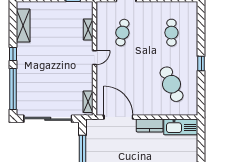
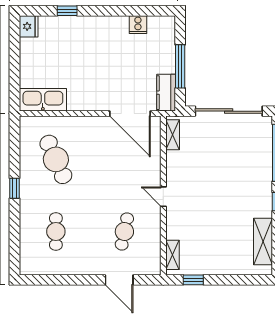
shelving: (88, 30) -> (172, 255), moved
door: (95, 58) -> (163, 197), hinge flipped
kitchen counter: (150, 125) -> (166, 93), moved, turned -90

